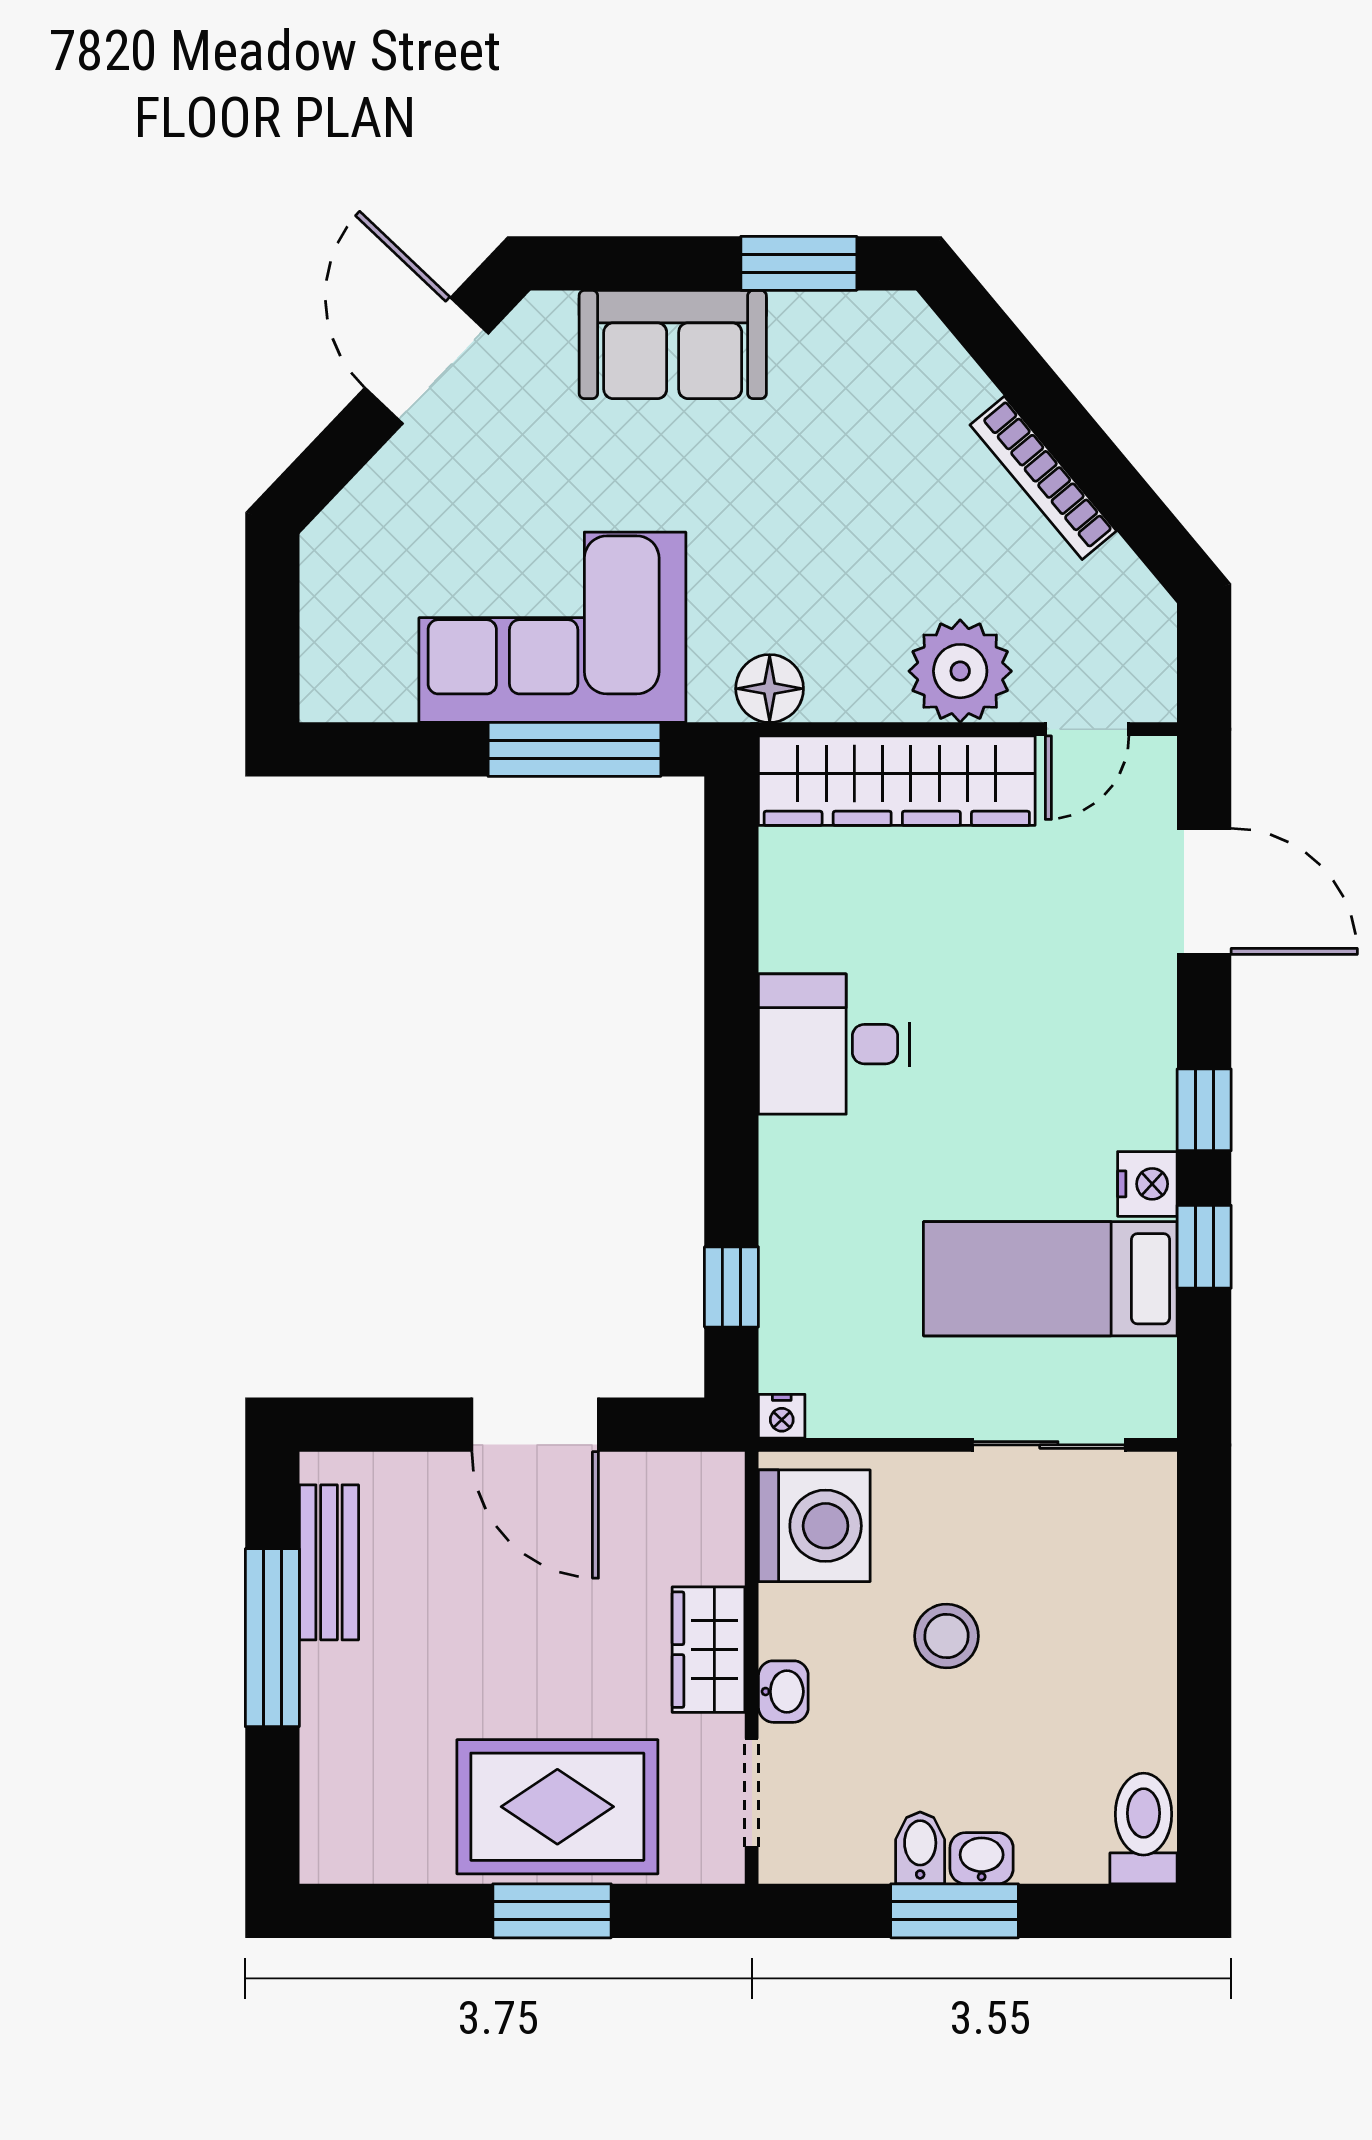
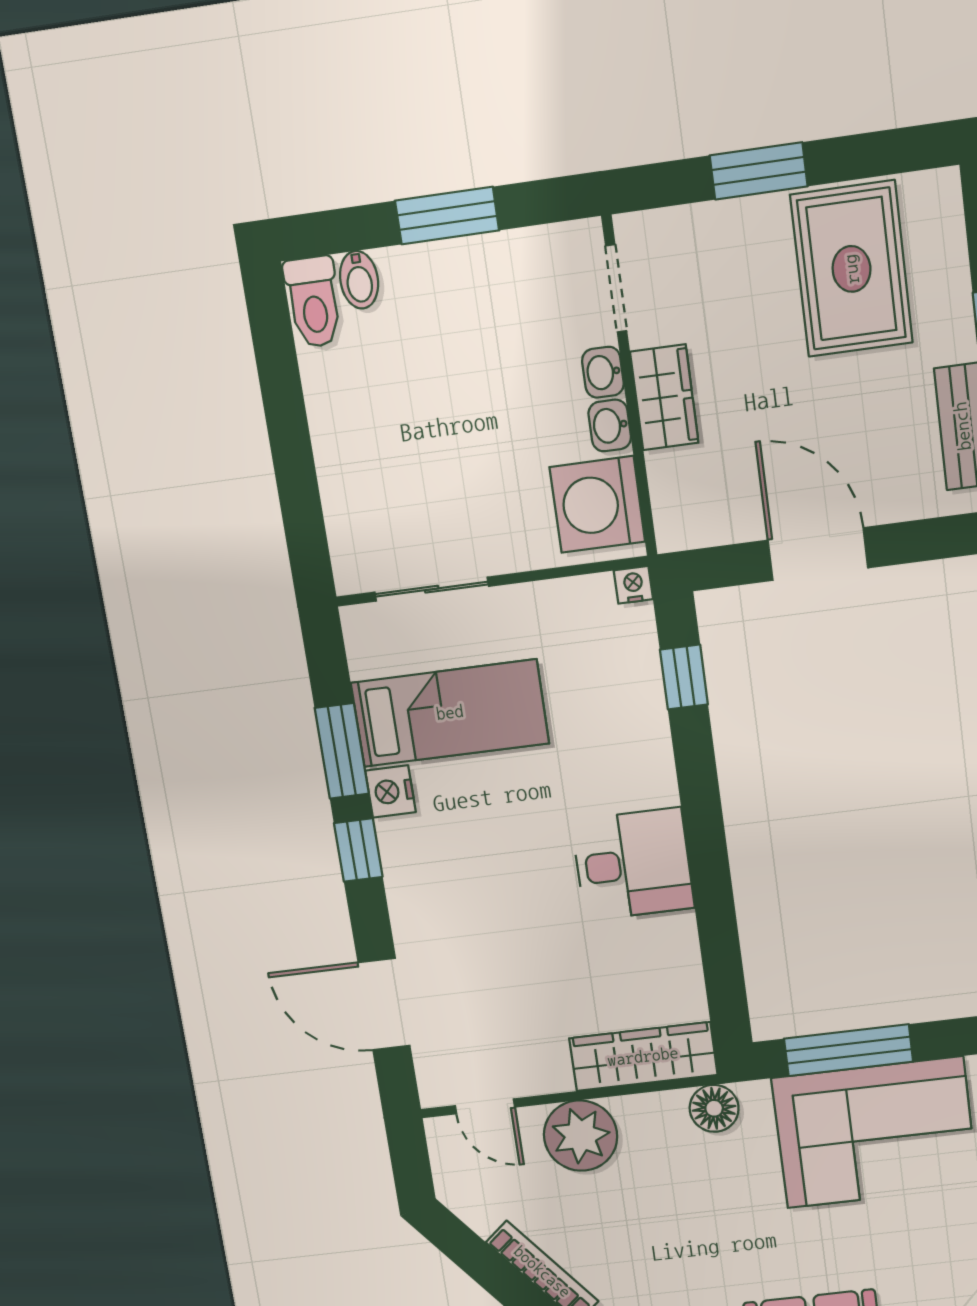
door: (1087, 729) -> (485, 1106), swing flipped
wardrobe: (897, 781) -> (643, 1057), width x0.71, depth x0.85
window: (1204, 1247) -> (342, 751), width x1.50
stool: (947, 1636) -> (486, 433), removed
rug: (557, 1807) -> (852, 269), moved, turned 90
bidet: (920, 1848) -> (359, 280), moved
washbasin: (982, 1858) -> (610, 425), moved, turned 90

